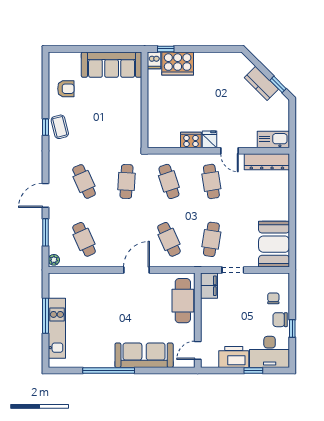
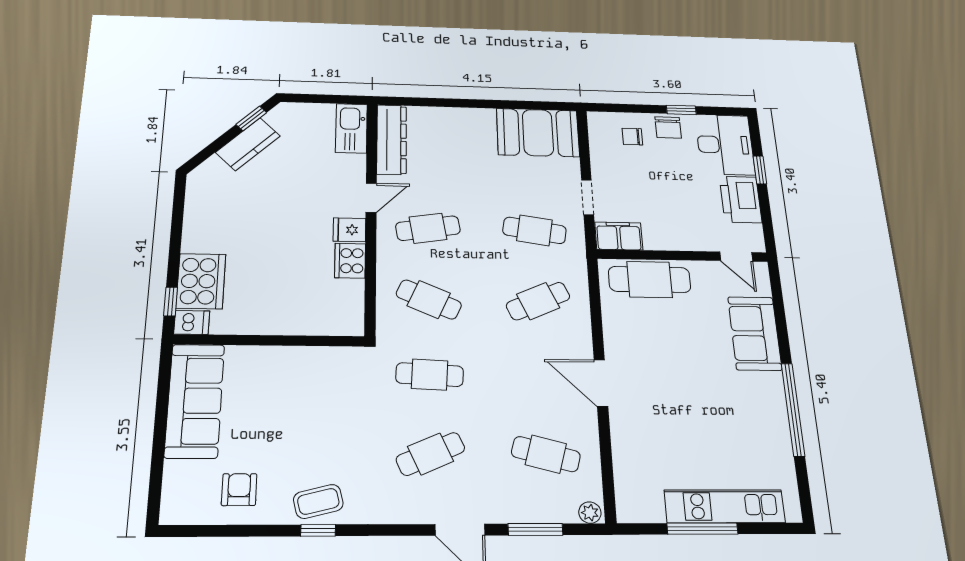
cafe table: (169, 181) -> (429, 299), turned 42
cafe table: (84, 239) -> (546, 454), turned 39
door: (137, 270) -> (601, 383), moved
sofa: (144, 355) -> (755, 333), width x0.73

